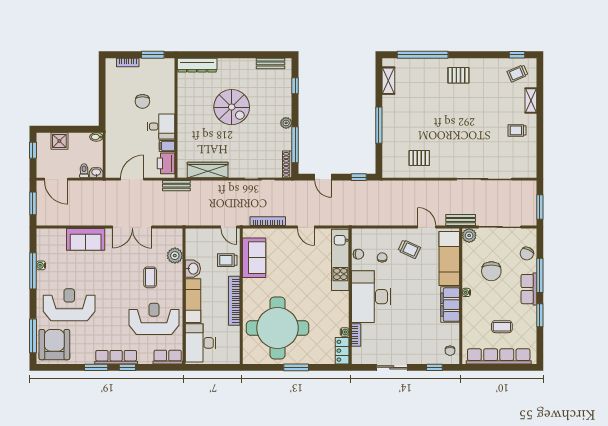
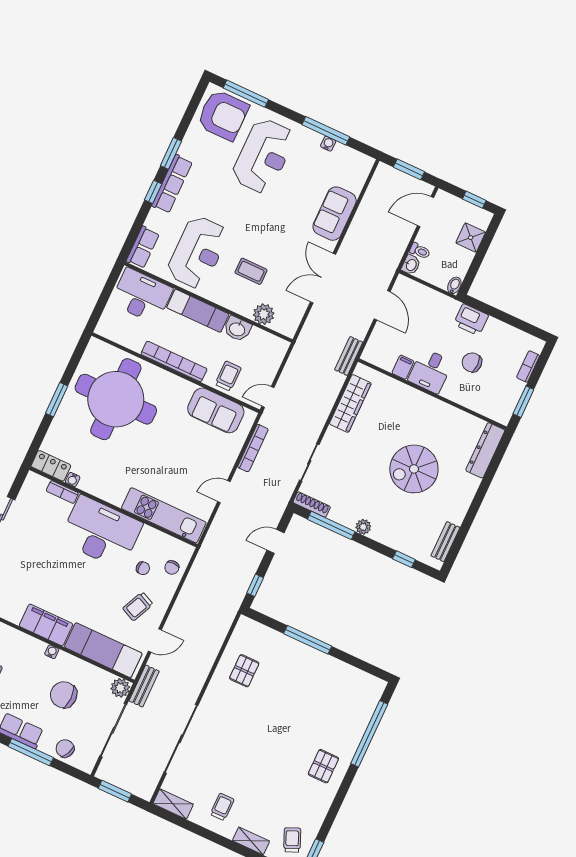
shelving: (388, 81) -> (173, 804), moved
printer: (166, 163) -> (471, 320), moved, turned 180
chair: (358, 254) -> (172, 567), moved

